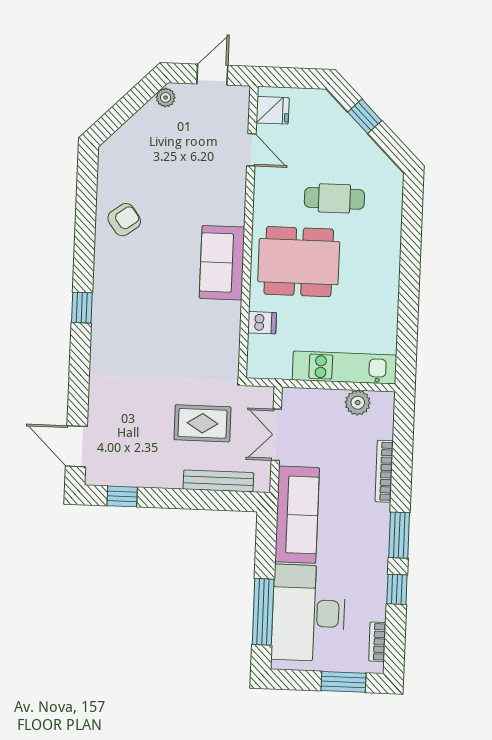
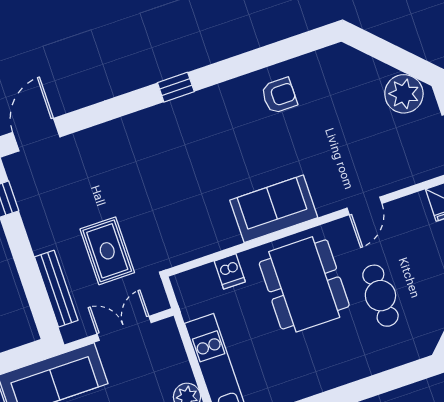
plant: (166, 97) -> (404, 94), width x1.87, depth x1.87
door: (251, 150) -> (365, 206), moved
armchair: (124, 220) -> (279, 96), turned -54

